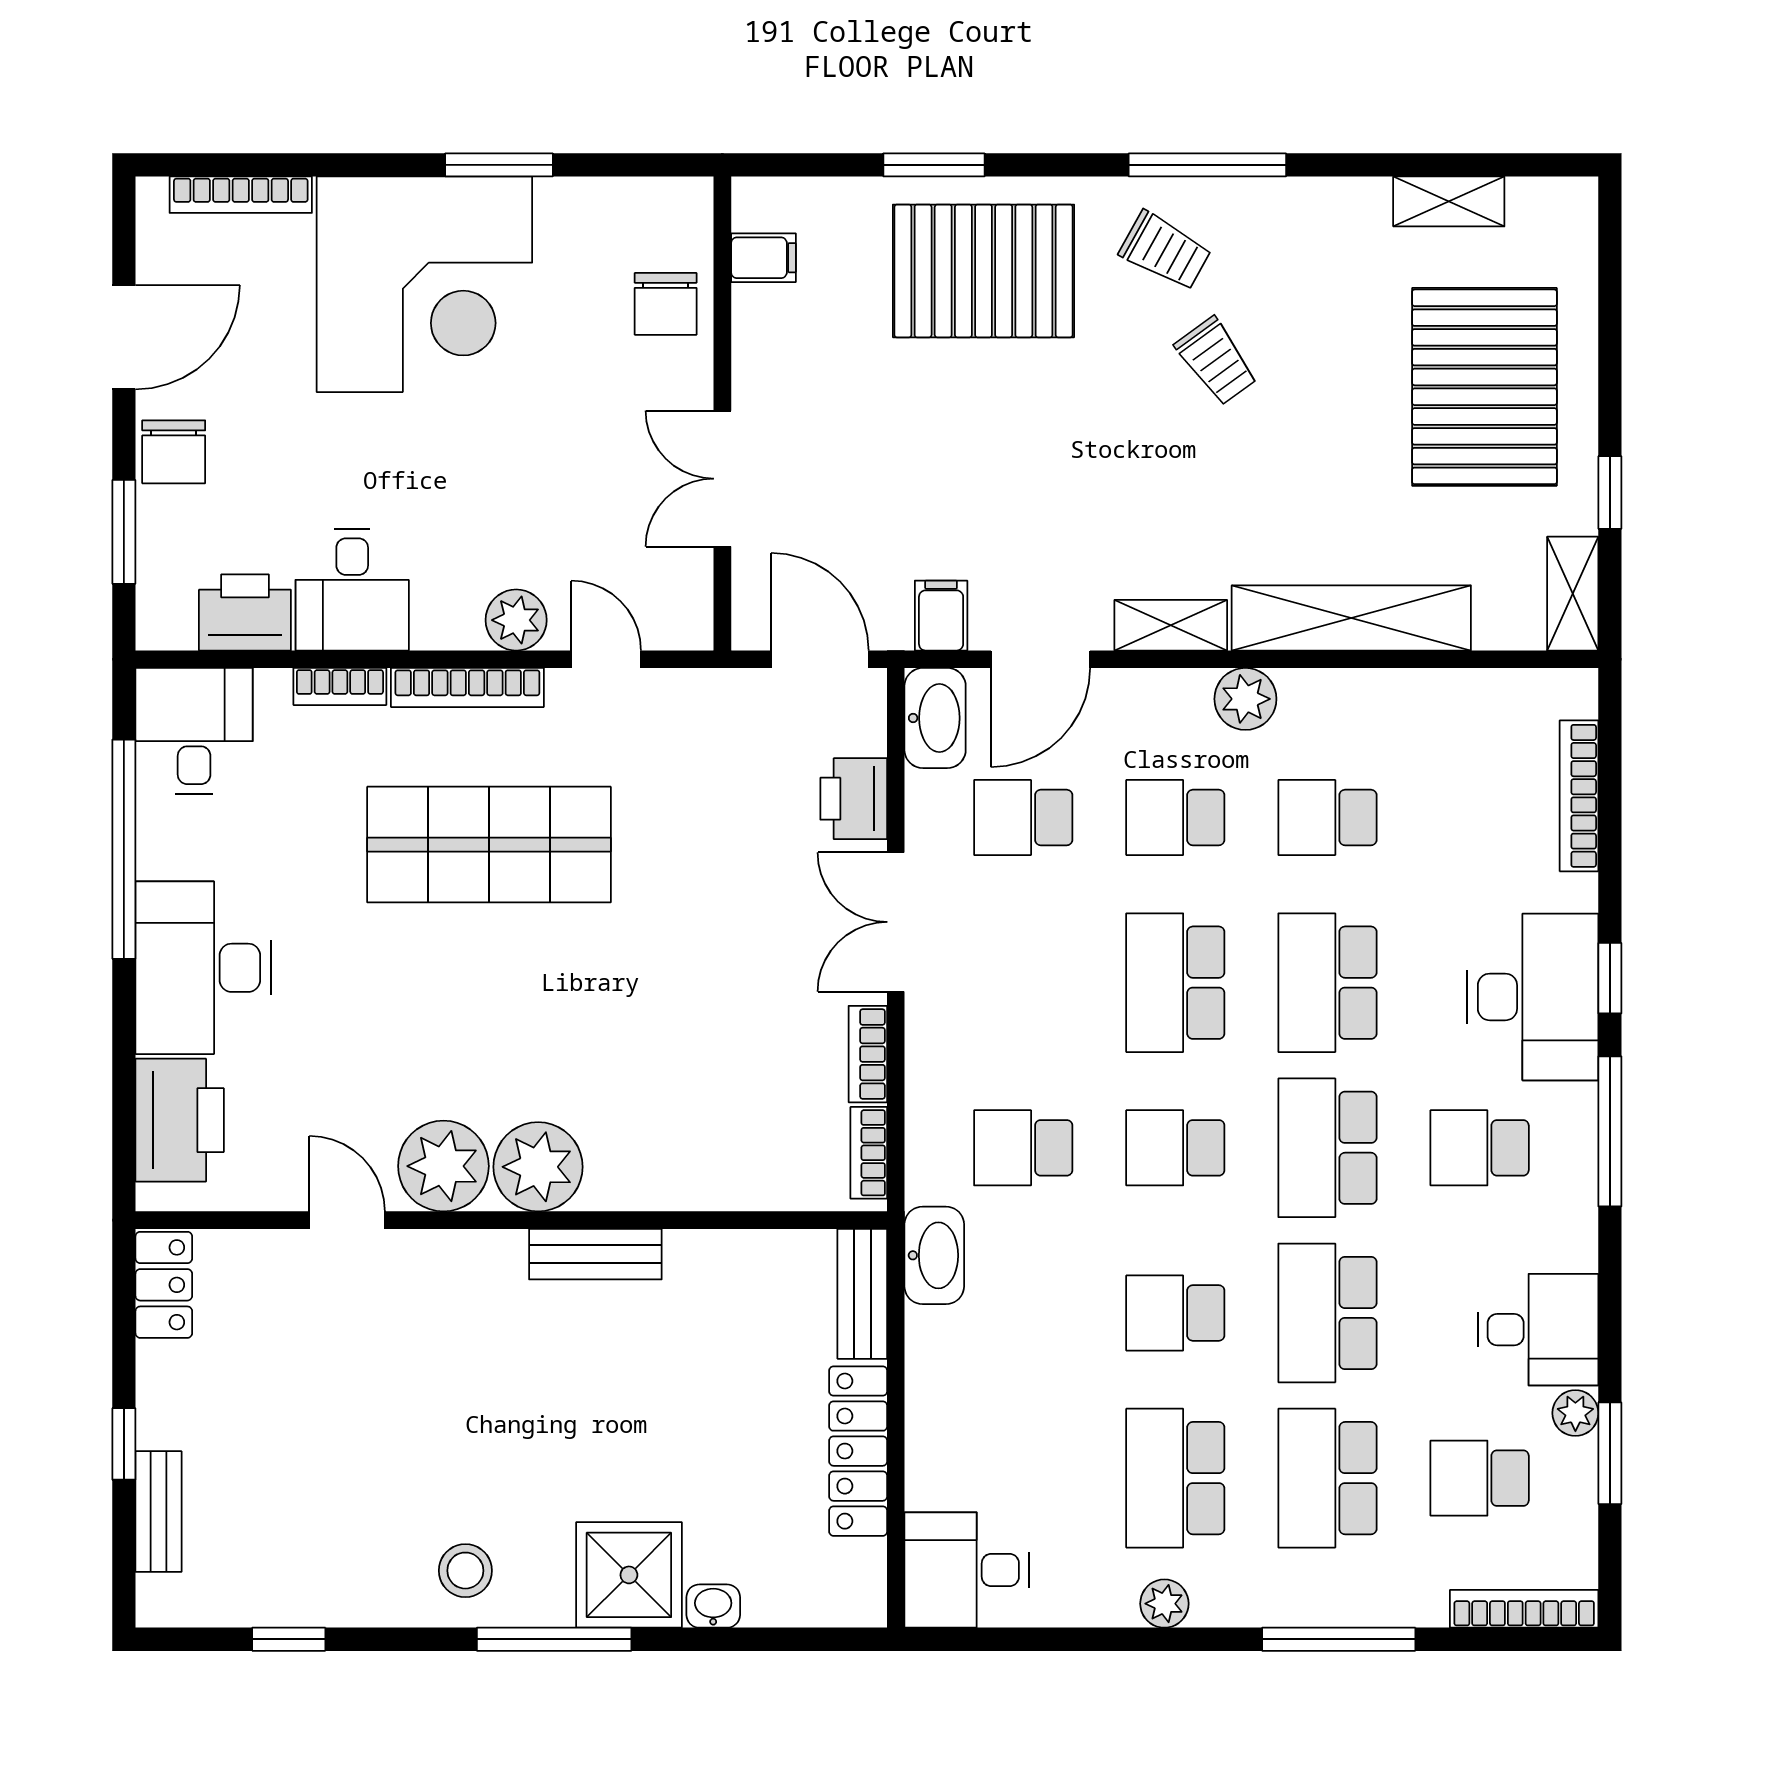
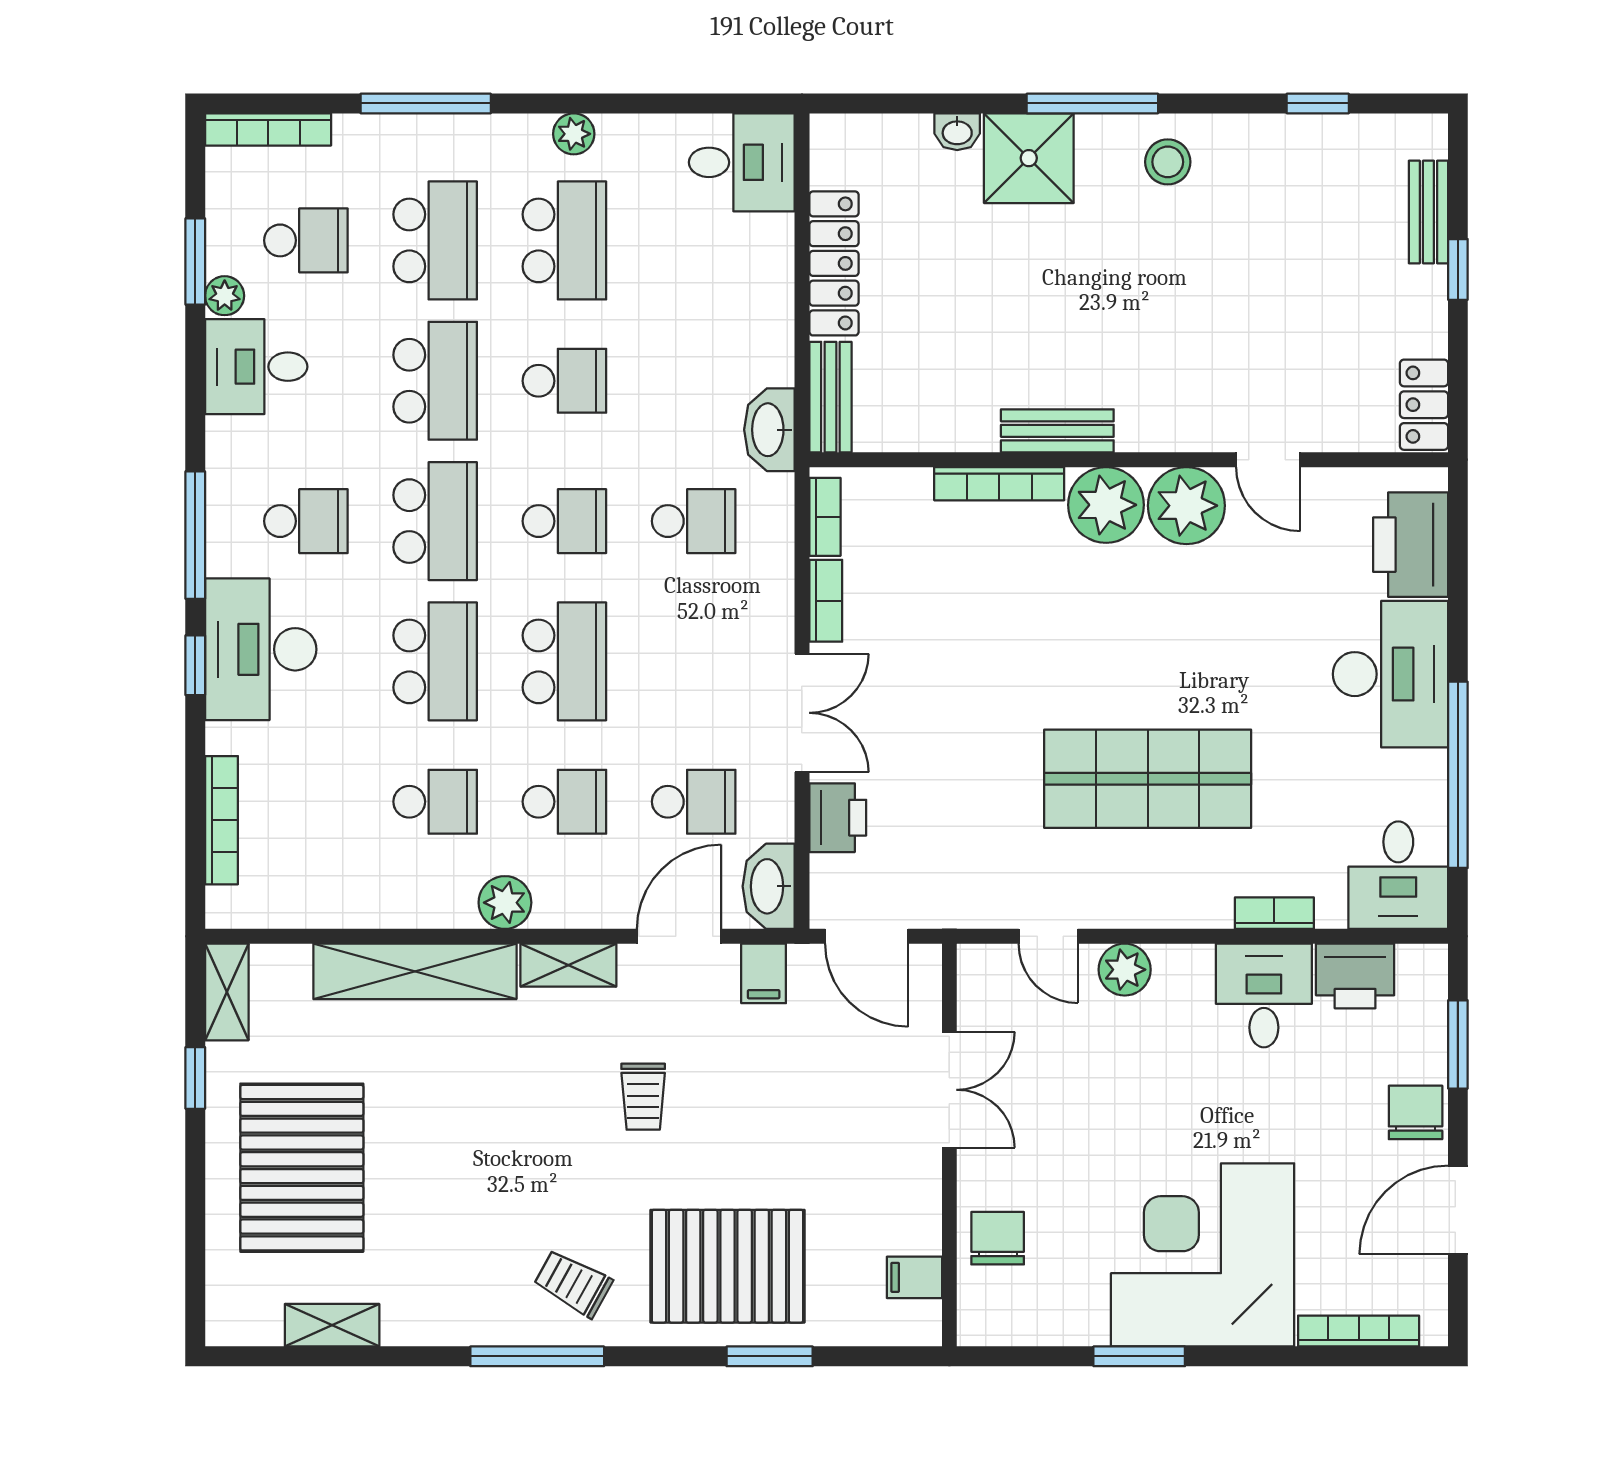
trolley: (1216, 361) -> (643, 1097), moved, turned -144
bookcase: (467, 687) -> (999, 484), moved, turned 180

